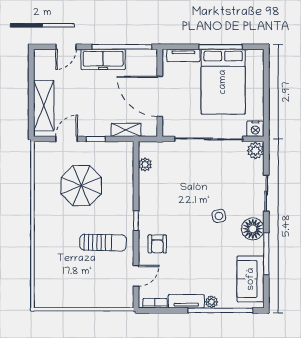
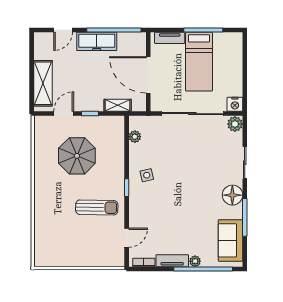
bed: (223, 82) -> (199, 62), width x0.67
side table: (219, 216) -> (147, 175), moved
armchair: (157, 244) -> (146, 209), removed

